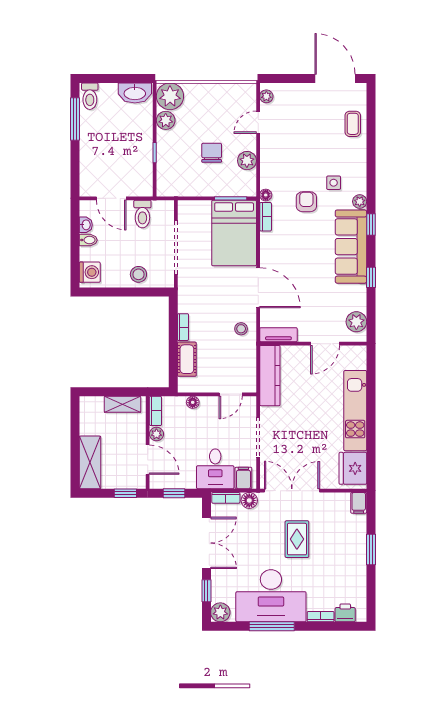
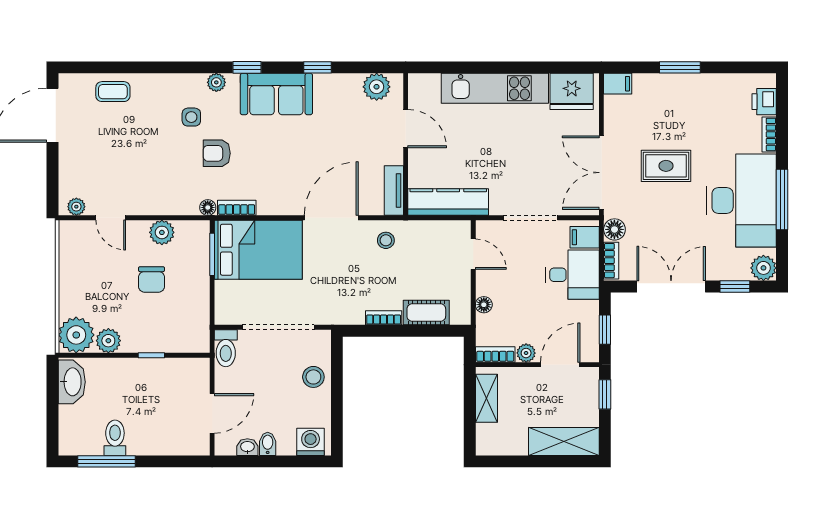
toilet: (90, 96) -> (115, 438), moved, turned -90
chair: (212, 153) -> (151, 279), turned -90
toilet: (142, 214) -> (226, 348), moved, turned 90
sofa: (351, 247) -> (276, 94), width x0.73

